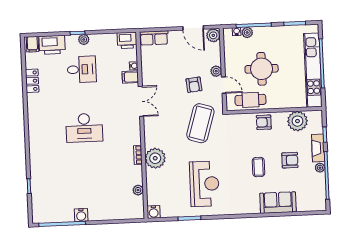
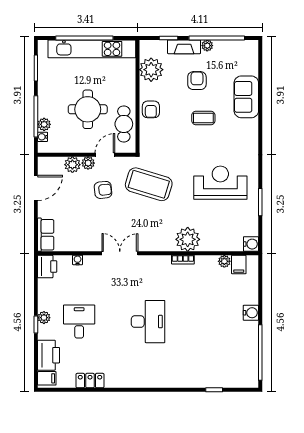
plant: (213, 35) -> (72, 165), moved
filing cabinet: (130, 77) -> (239, 265), moved
water cooler: (81, 215) -> (251, 313), moved

